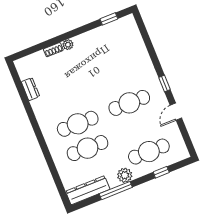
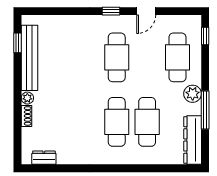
bench: (101, 33) -> (29, 58), added
dresser: (30, 89) -> (44, 158), moved
door: (176, 112) -> (146, 11), hinge flipped
window: (161, 172) -> (205, 36), moved

